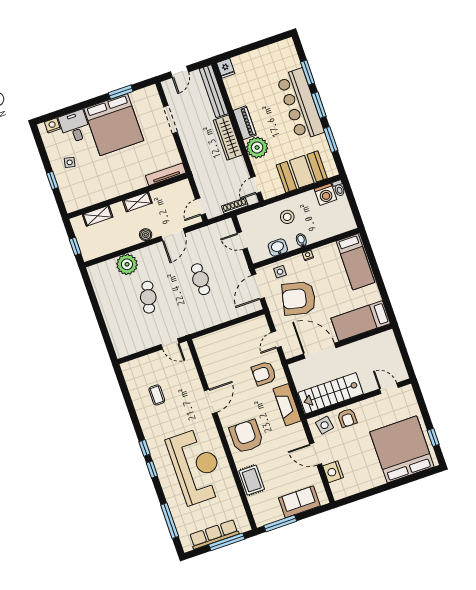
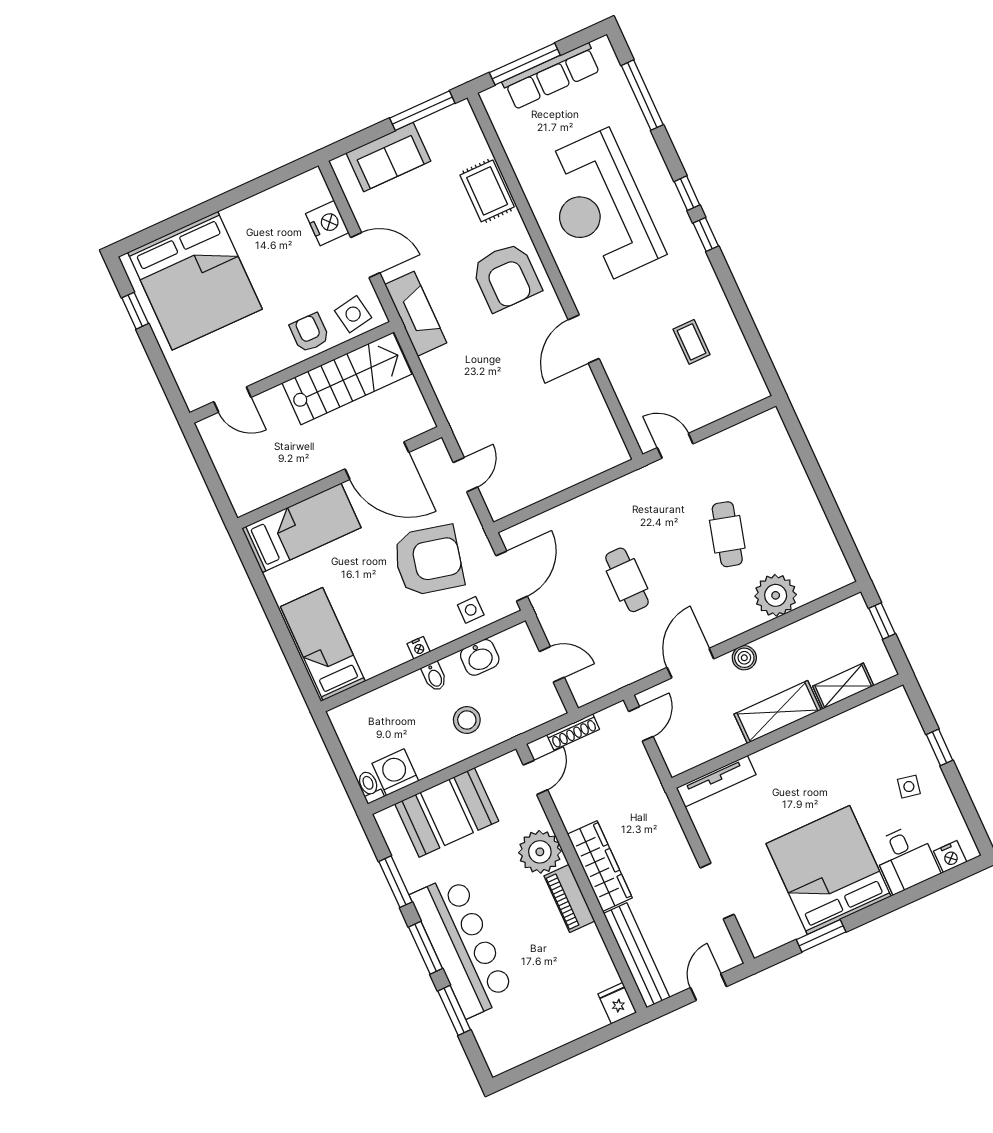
shelving: (137, 202) -> (777, 712), width x1.50, depth x1.33
armchair: (264, 374) -> (483, 405), removed
fireplace: (287, 405) -> (416, 314), moved

